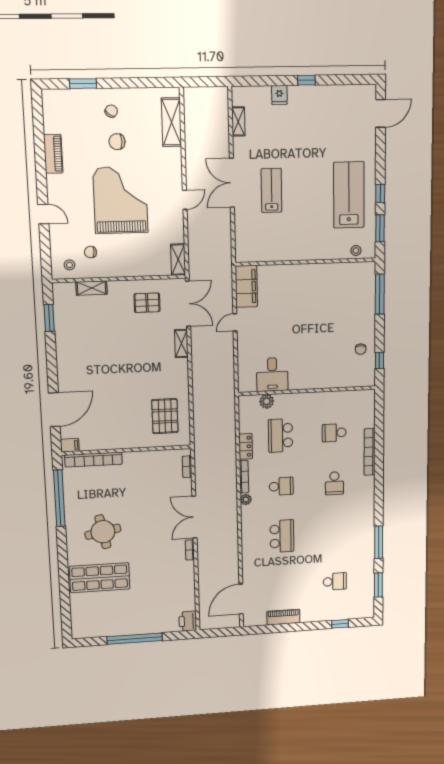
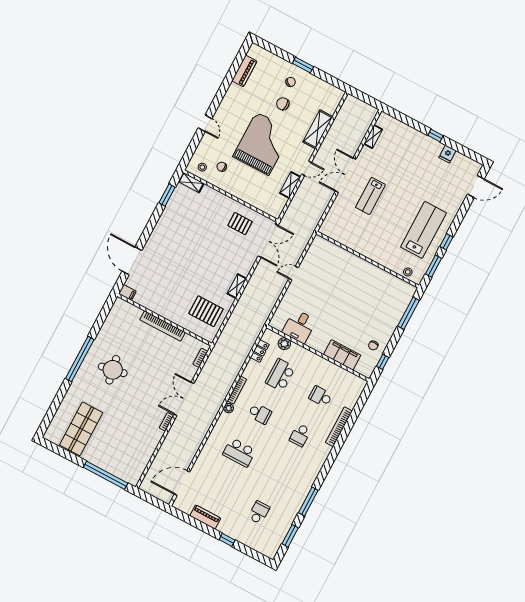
window: (83, 84) -> (303, 65), moved
fridge: (279, 95) -> (447, 154), moved
shelving: (171, 122) -> (318, 129), moved
piano: (53, 154) -> (244, 71), moved
lab bench: (271, 190) -> (370, 196), turned 180
shelving: (178, 260) -> (290, 185), moved
filing cabinet: (246, 286) -> (342, 355), moved, turned -90
shelving: (92, 288) -> (191, 183), moved
shelving: (181, 343) -> (237, 286), moved
door: (54, 410) -> (132, 261), swing flipped
pallet: (165, 416) -> (206, 311), turned 90
locker: (246, 446) -> (260, 351), moved
bookcase: (93, 460) -> (163, 326), moved
window: (59, 498) -> (80, 359), moved
school desk: (282, 536) -> (239, 452), turned 90
shop shelf: (100, 578) -> (81, 429), moved, turned 90
school desk: (335, 581) -> (259, 512), turned -90
printer: (188, 621) -> (133, 476), removed
window: (340, 624) -> (227, 540), moved
window: (135, 639) -> (106, 475), moved

